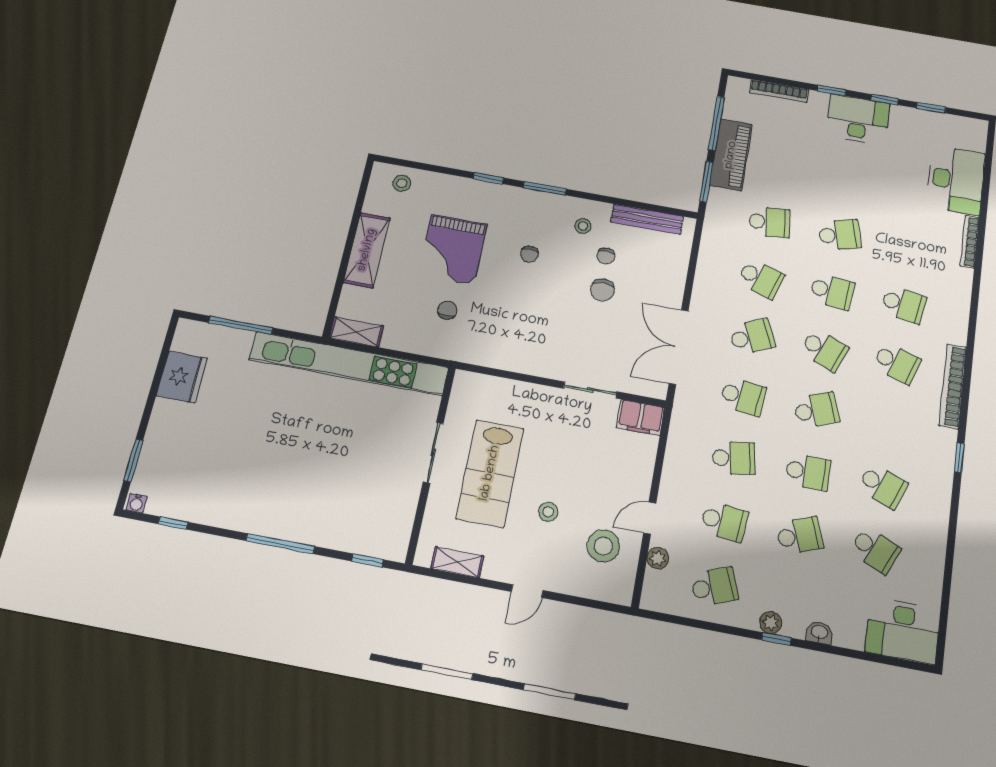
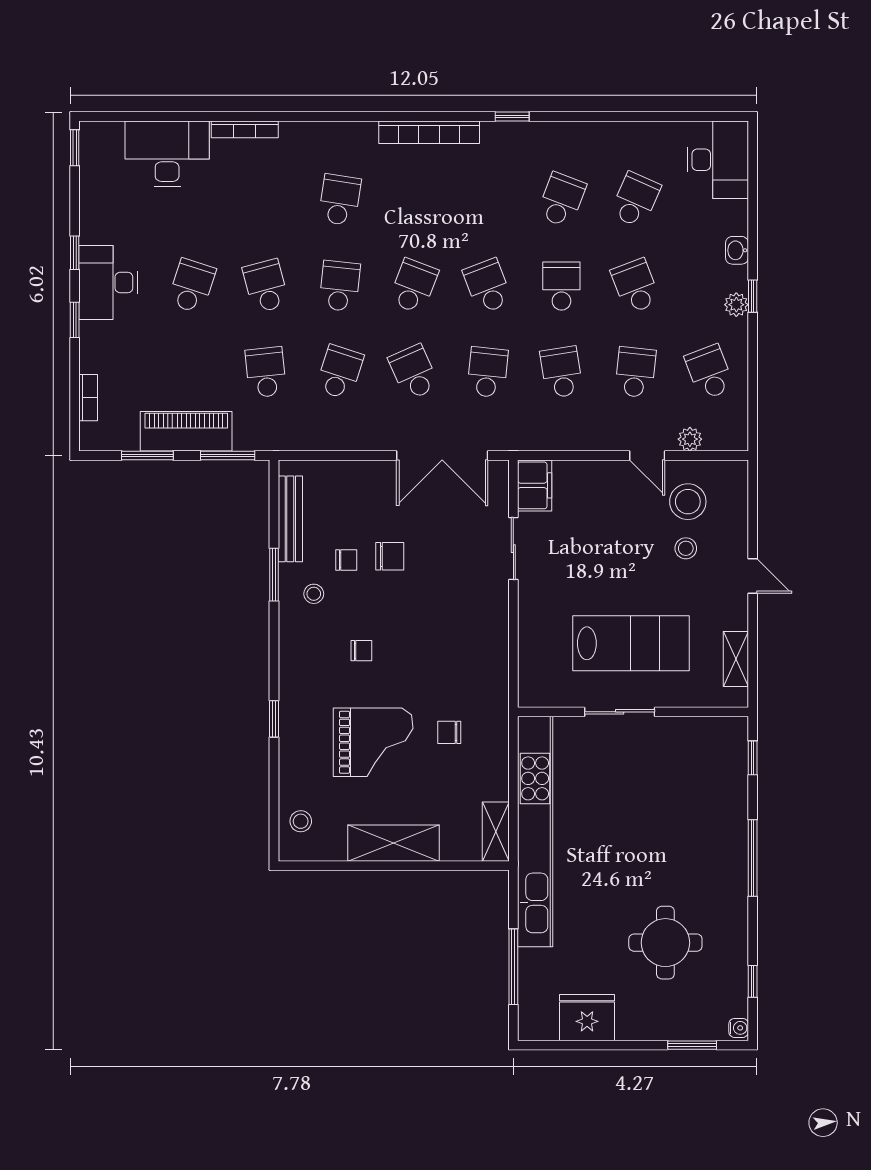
bookcase: (779, 91) -> (88, 398), width x0.64
window: (931, 108) -> (75, 148), moved
window: (716, 123) -> (147, 455), width x0.69
window: (545, 188) -> (274, 575), moved
school desk: (897, 363) -> (192, 286), moved
round table: (227, 454) -> (665, 943), added
stool: (548, 512) -> (686, 548), moved

